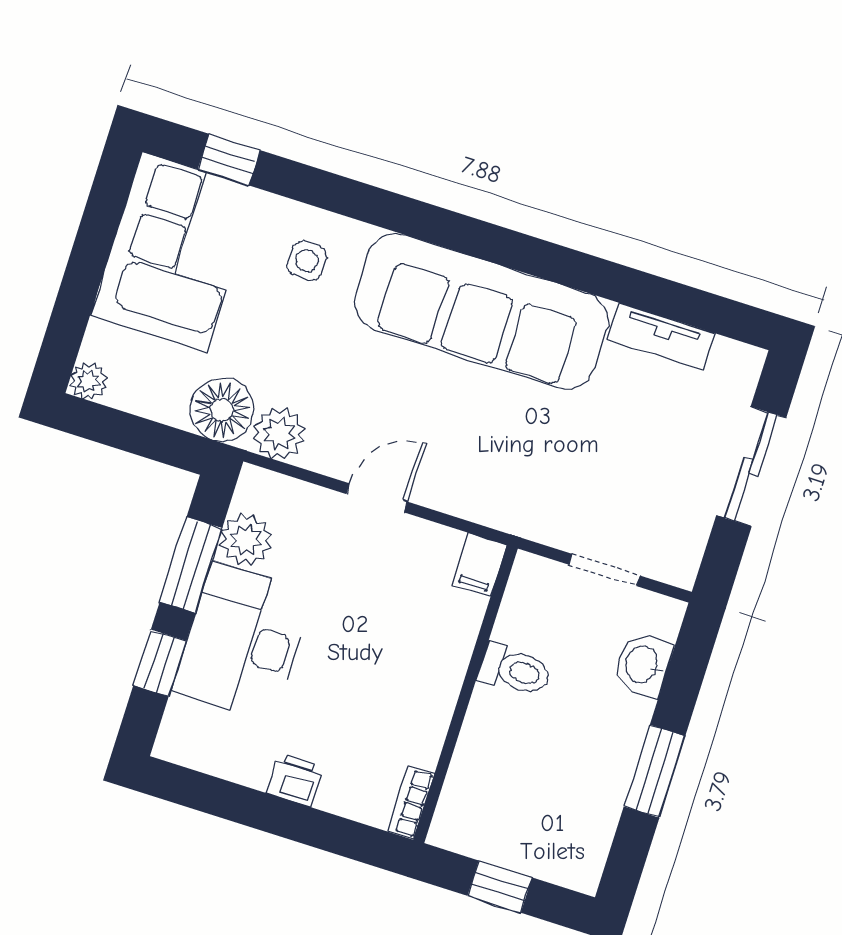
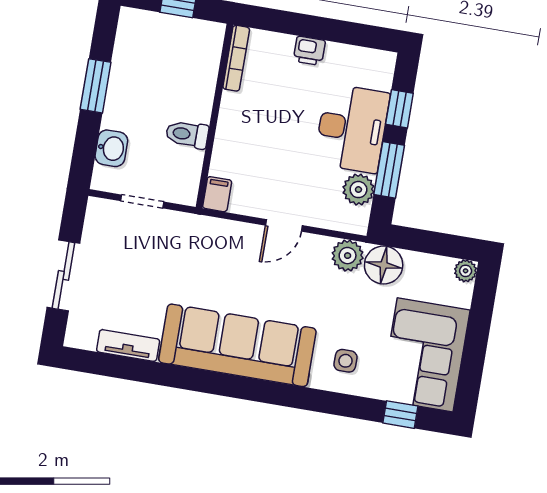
bookcase: (411, 803) -> (236, 58), width x1.56

